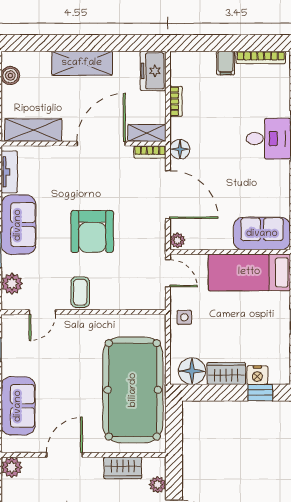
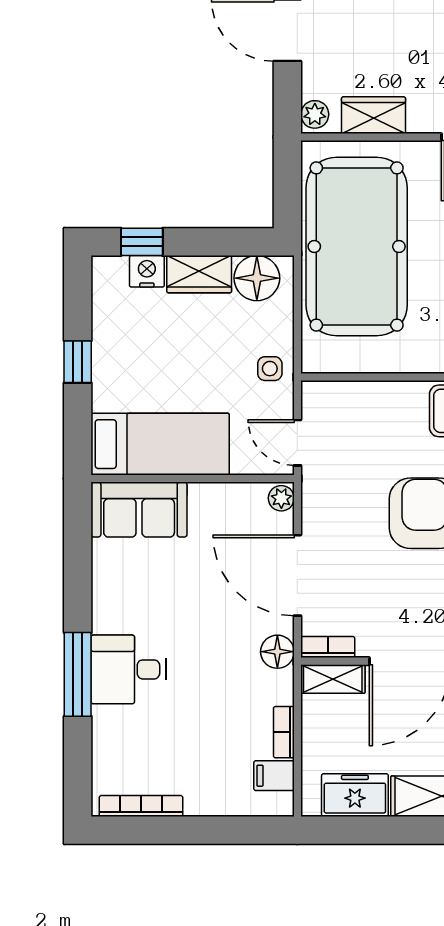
filing cabinet: (226, 63) -> (274, 776), moved, turned -90
freezer: (153, 71) -> (355, 795), moved, turned -90
plant: (158, 485) -> (315, 114), moved

